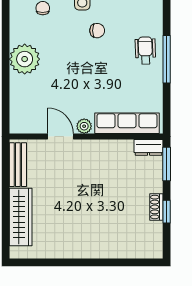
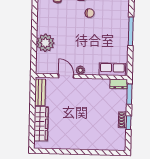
wheelchair: (145, 50) -> (118, 26), removed
plant: (25, 59) -> (45, 43), moved
row of seats: (127, 123) -> (112, 69), width x0.68

